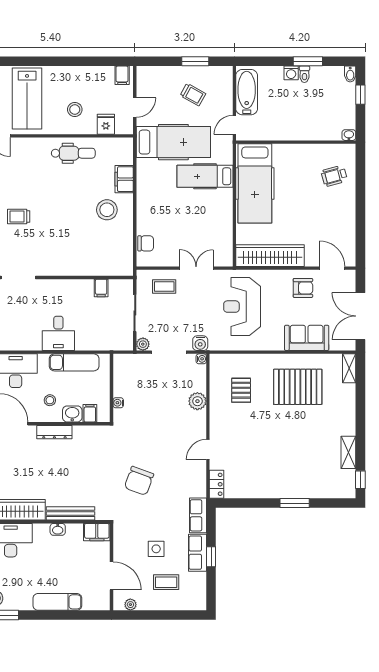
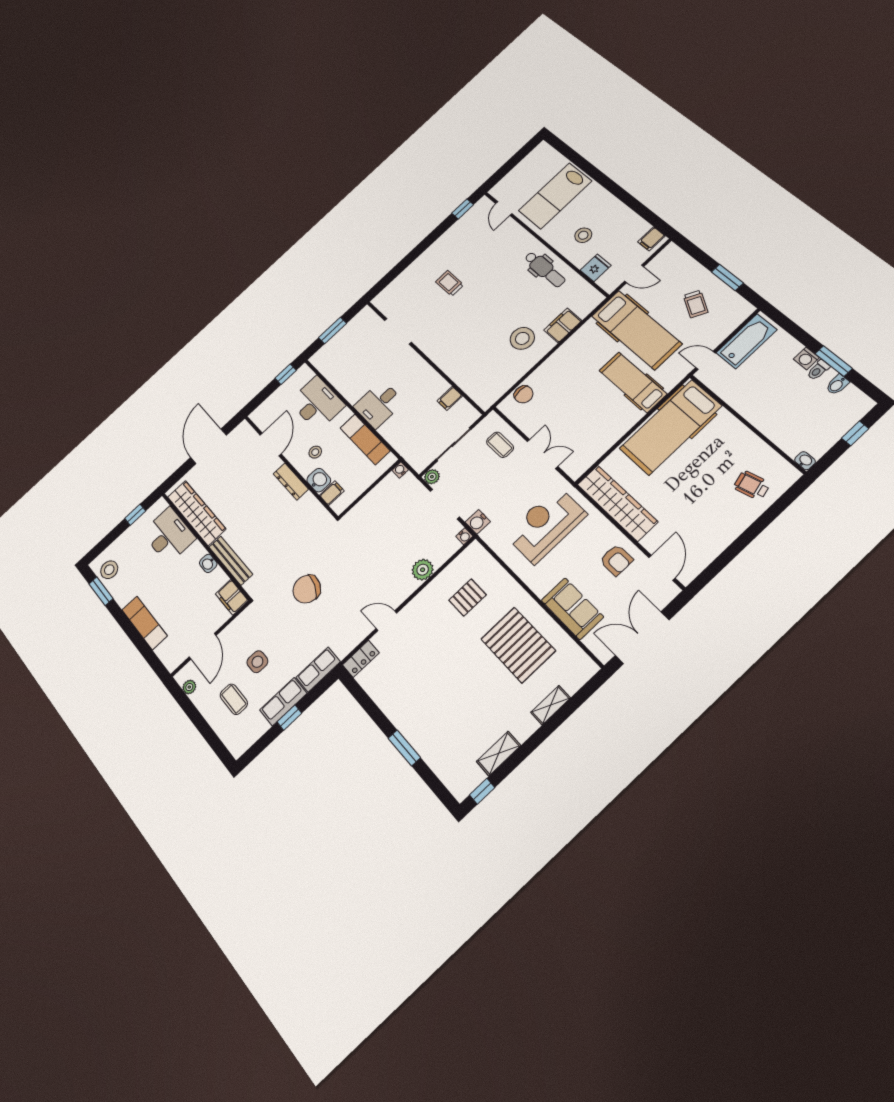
bidet: (350, 74) -> (837, 385), moved
shelving: (349, 368) -> (551, 705), moved
water cooler: (118, 403) -> (400, 470), moved

